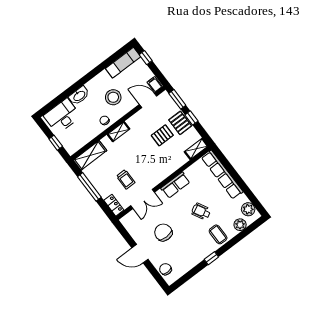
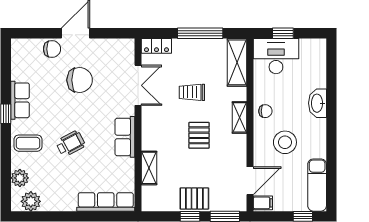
desk: (62, 116) -> (276, 56), moved, turned -90
pallet: (162, 135) -> (199, 135), moved
shelving: (196, 149) -> (149, 168), moved
row of seats: (222, 175) -> (106, 202), width x0.73
trolley: (126, 179) -> (192, 92), moved
double door: (142, 199) -> (138, 85), swing flipped
row of seats: (198, 256) -> (20, 100), added
chair: (166, 269) -> (52, 49), moved

